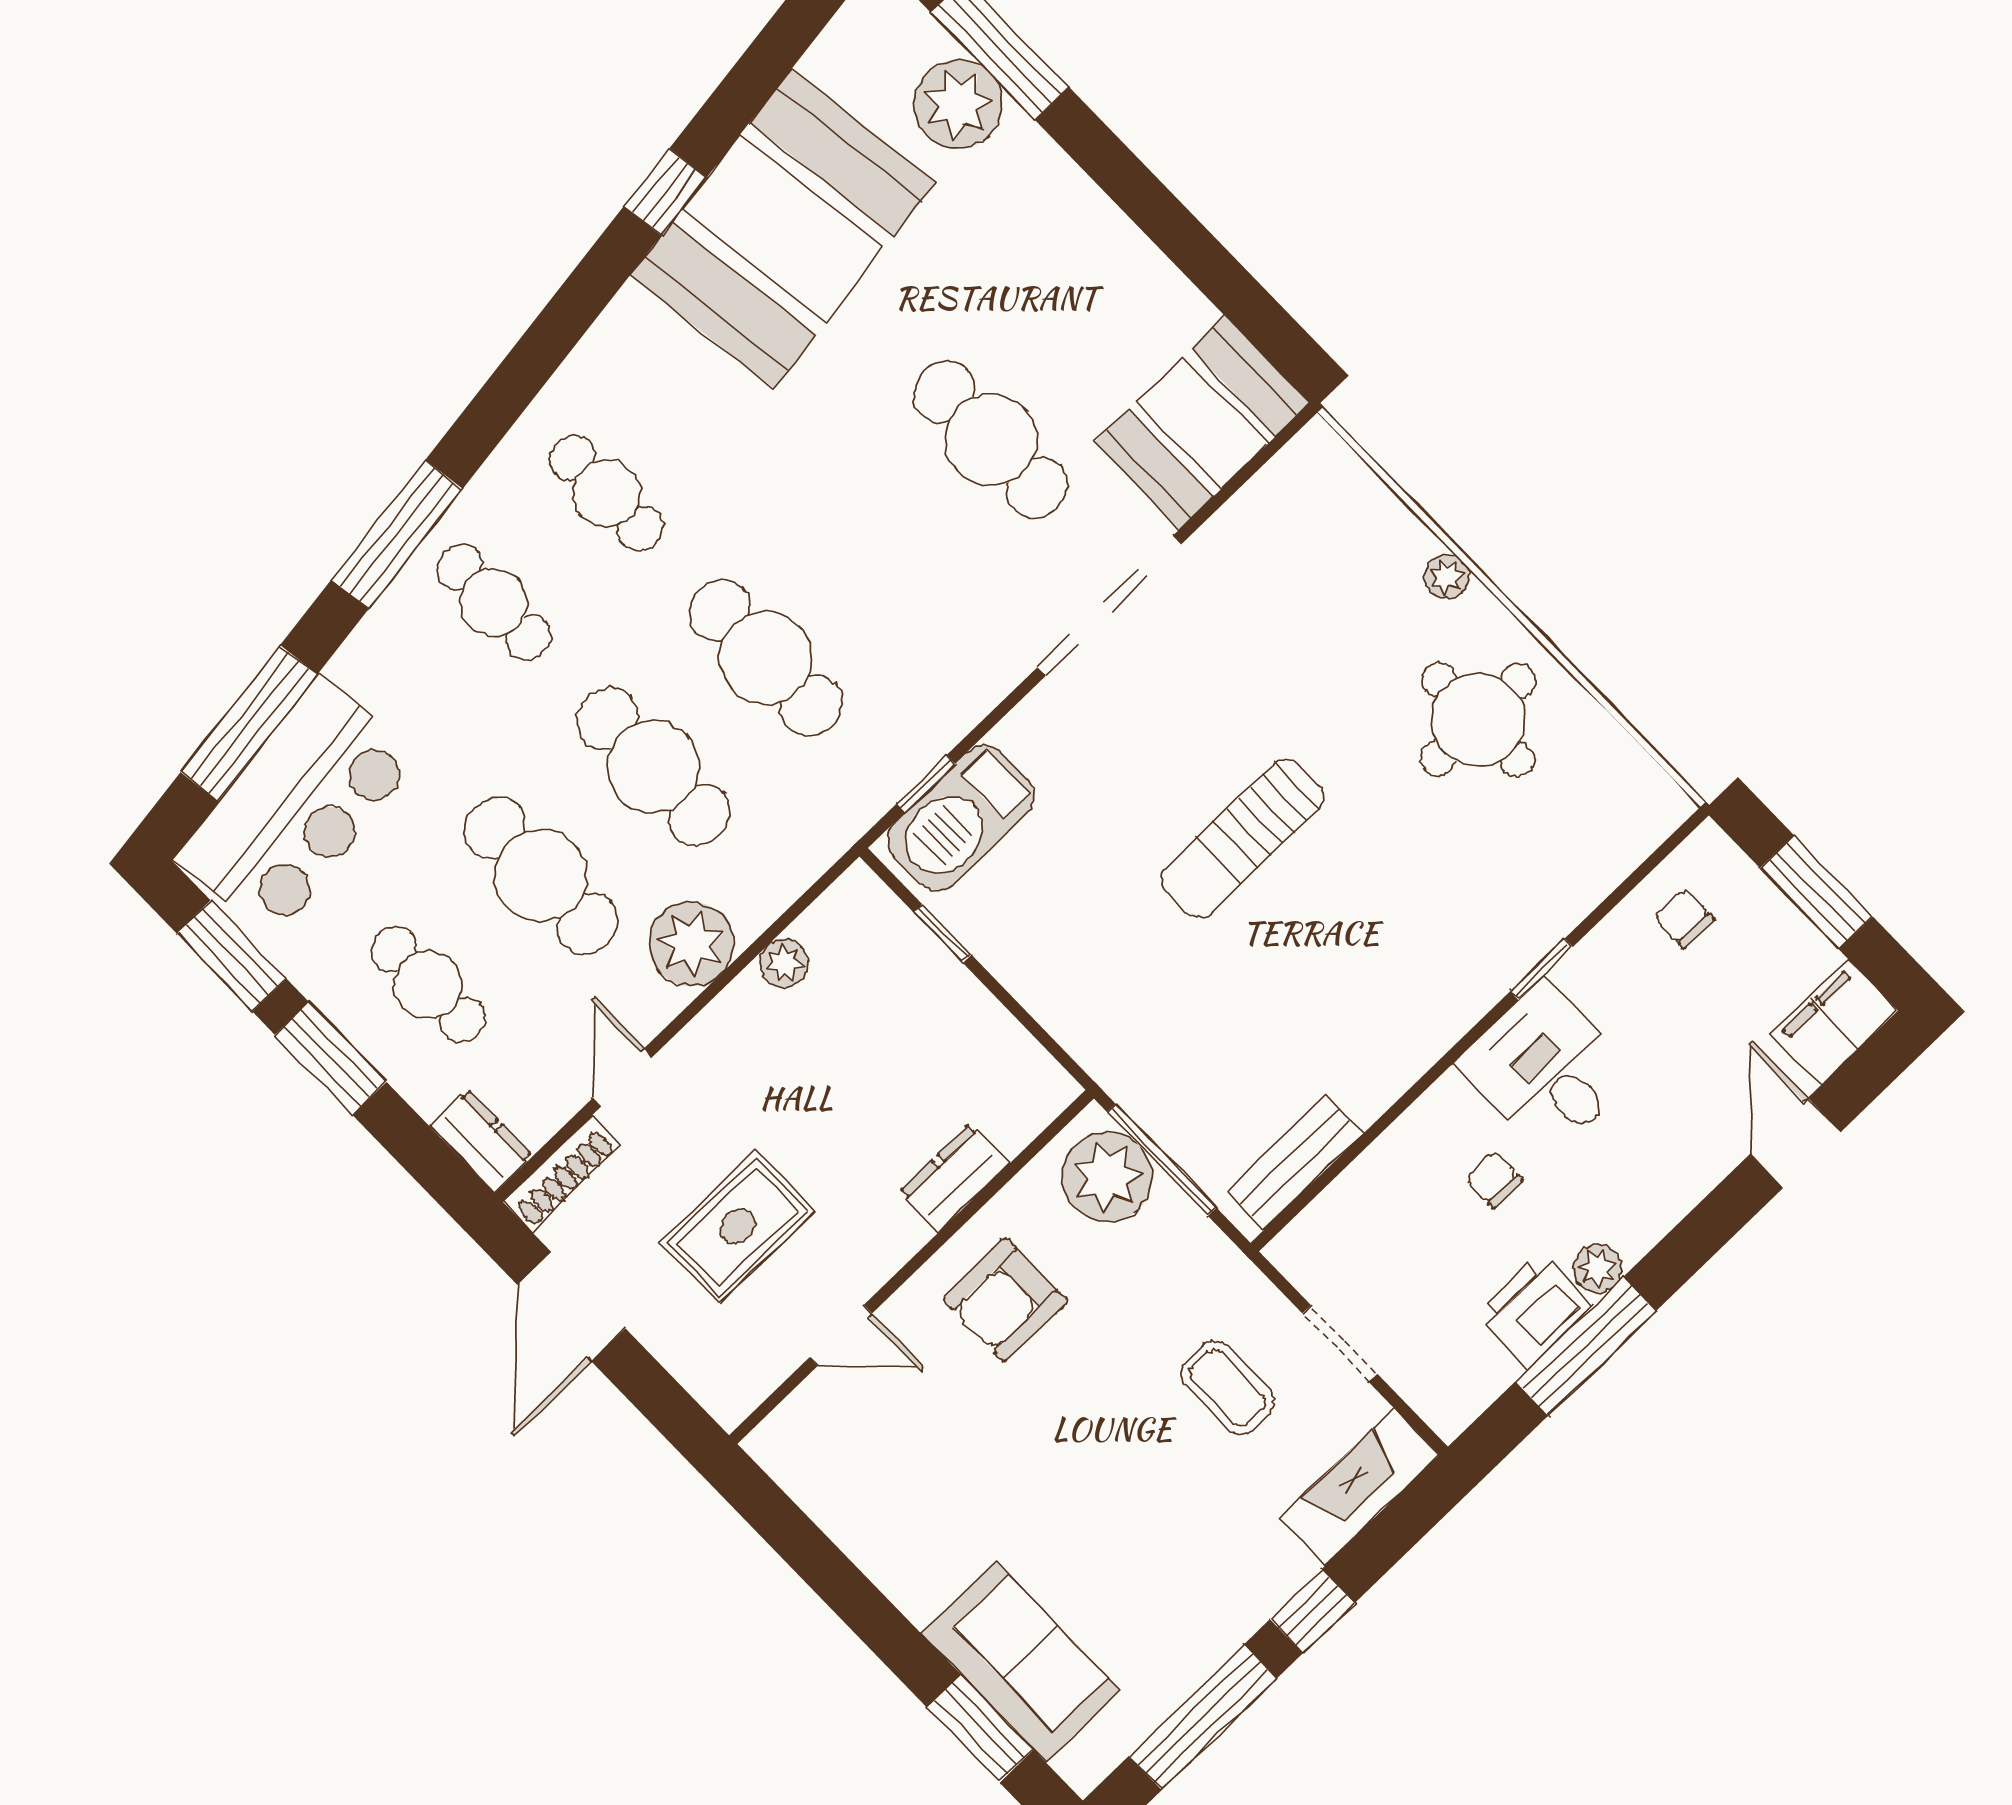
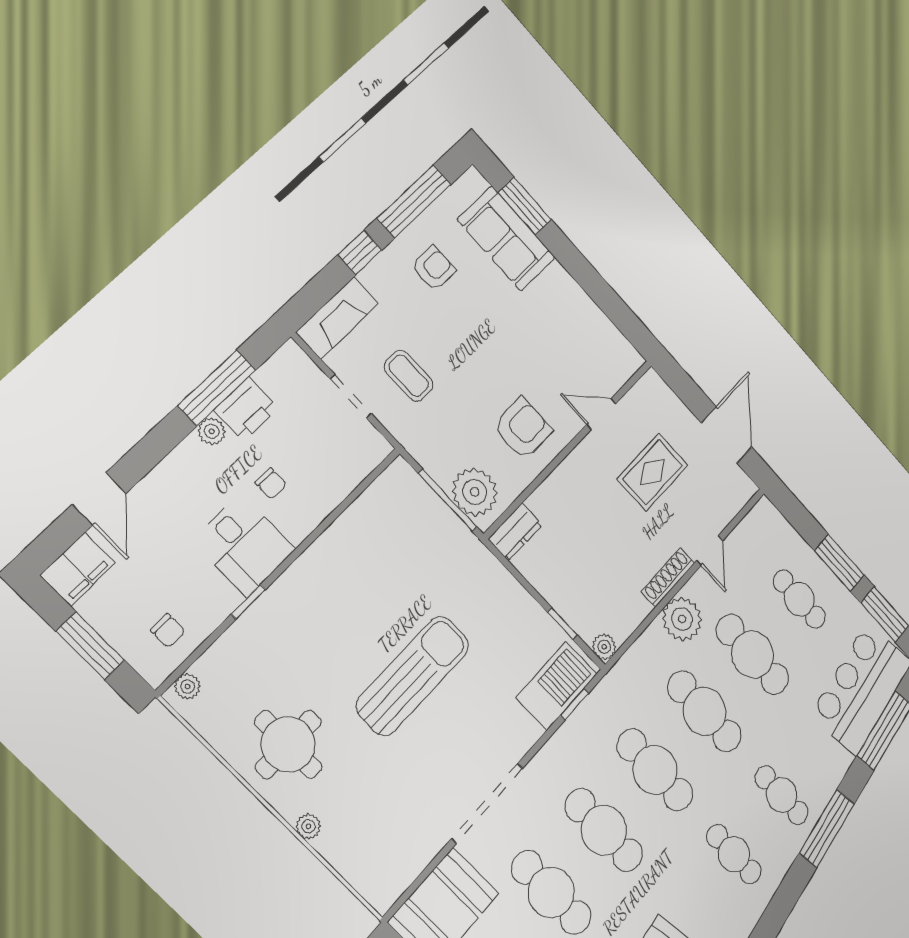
cafe table: (878, 549) -> (604, 830), added
plant: (1653, 822) -> (188, 687), added
sun lounger: (1243, 839) -> (413, 676), width x1.36, depth x1.34
plant: (784, 963) -> (604, 647), moved
dresser: (481, 1141) -> (772, 520), removed
bench: (1295, 1163) -> (378, 496), removed
shoe rack: (562, 1174) -> (668, 577), moved
dresser: (954, 1178) -> (515, 532), moved
armchair: (1170, 1593) -> (434, 268), added

